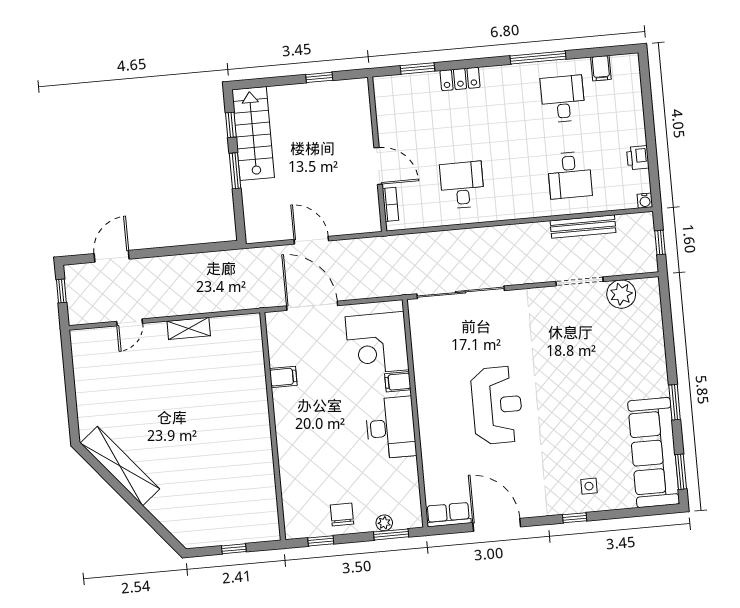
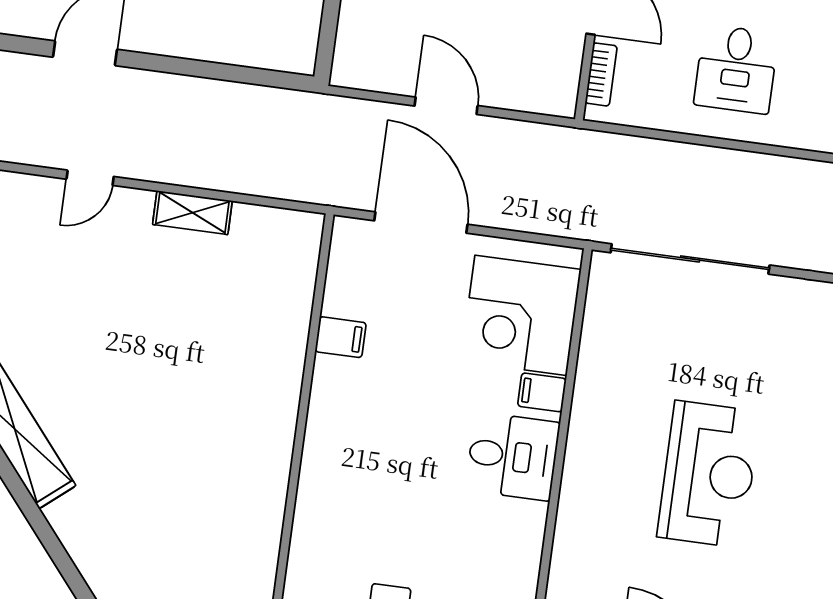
desk: (462, 185) -> (736, 69), turned 180
desk: (391, 428) -> (513, 456), width x0.73

